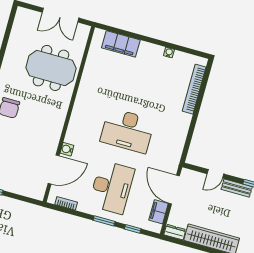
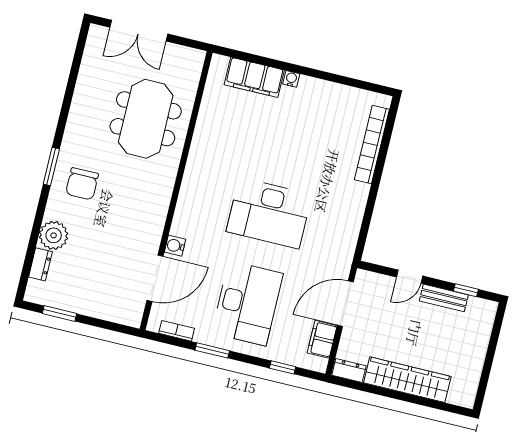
double door: (60, 15) -> (139, 31), moved
water cooler: (169, 53) -> (291, 79), moved
meeting table: (51, 68) -> (146, 119), turned 90
door: (174, 190) -> (345, 304), hinge flipped
window: (104, 221) -> (212, 350), moved

